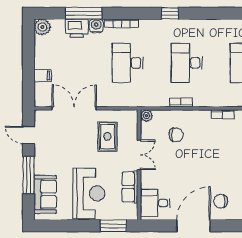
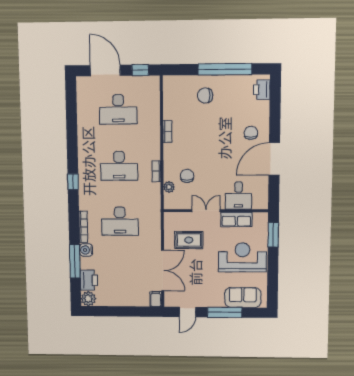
printer: (77, 28) -> (89, 280), moved
filing cabinet: (43, 76) -> (156, 299), moved
double door: (74, 108) -> (163, 270), swing flipped
plant: (146, 116) -> (169, 187), moved
chair: (221, 201) -> (251, 133), turned 180
desk: (155, 203) -> (238, 196), moved
door: (193, 226) -> (274, 159), hinge flipped

